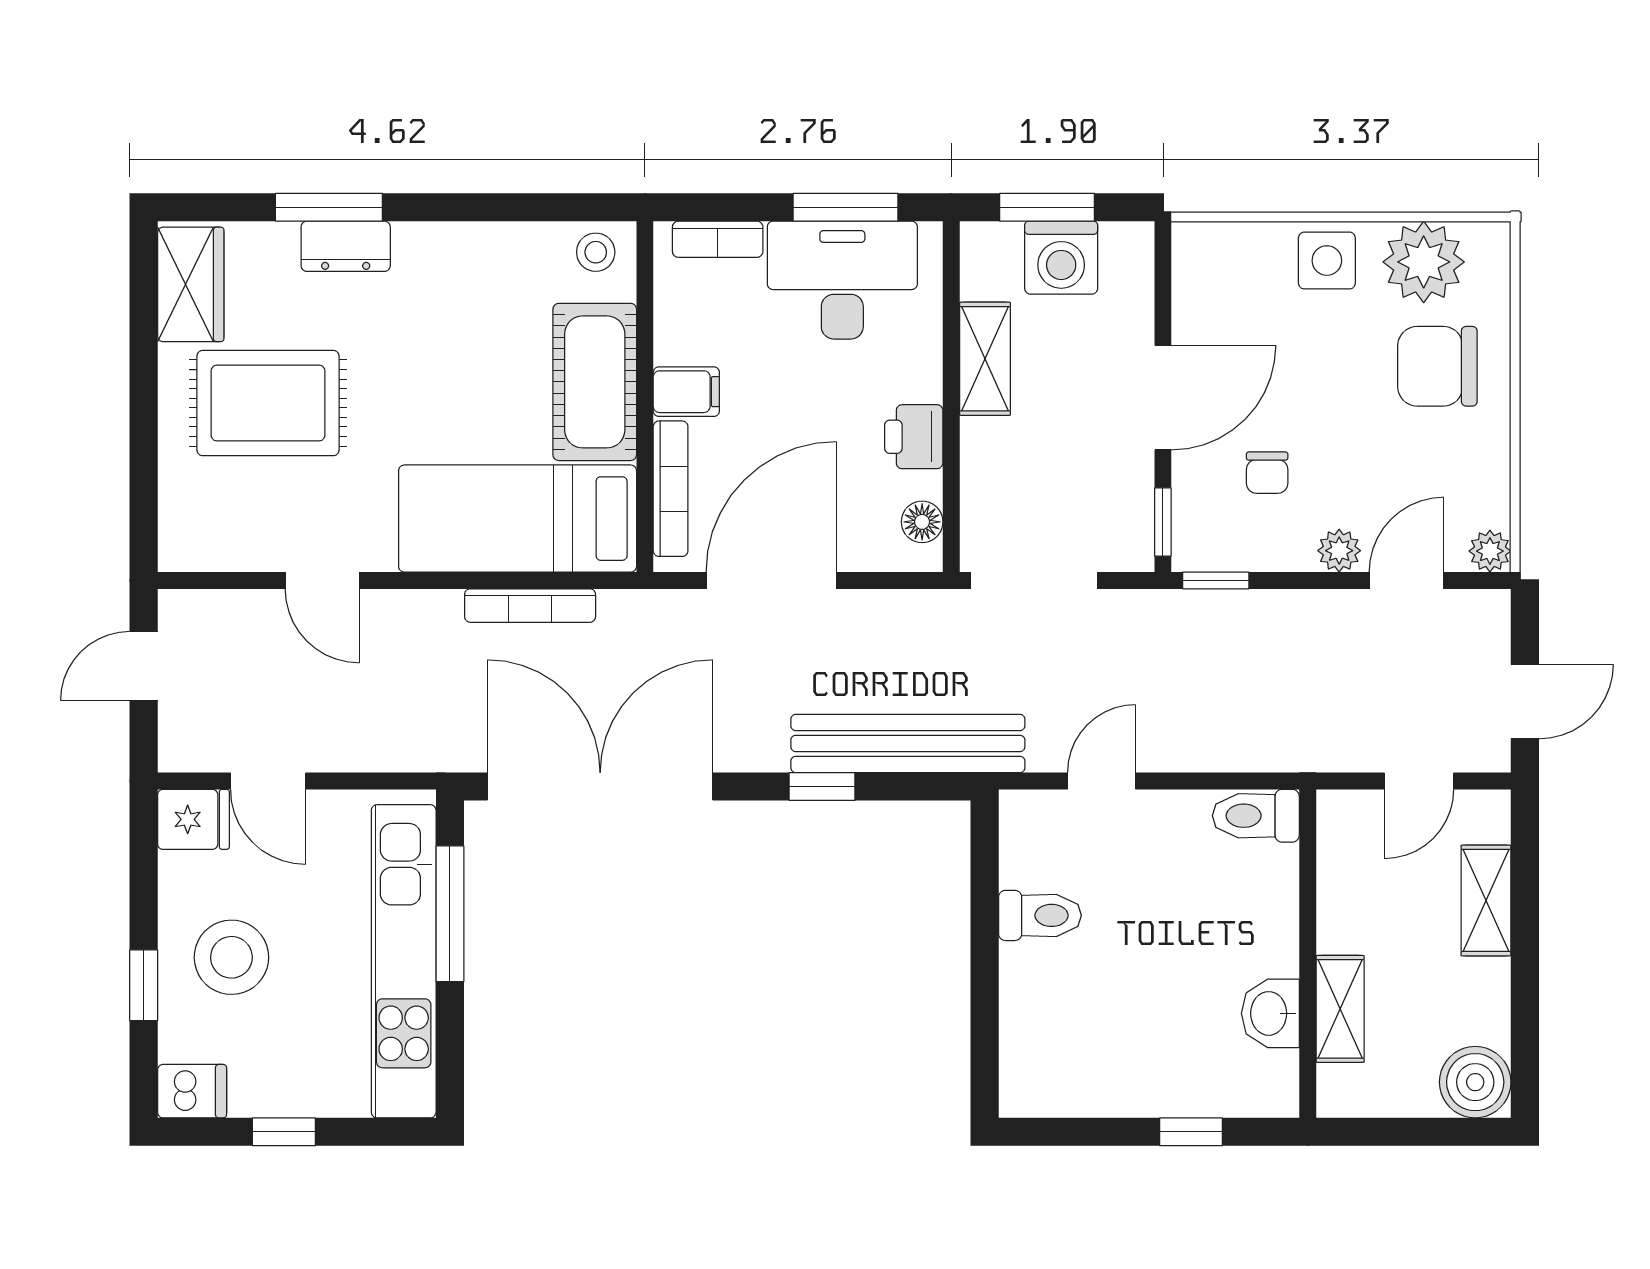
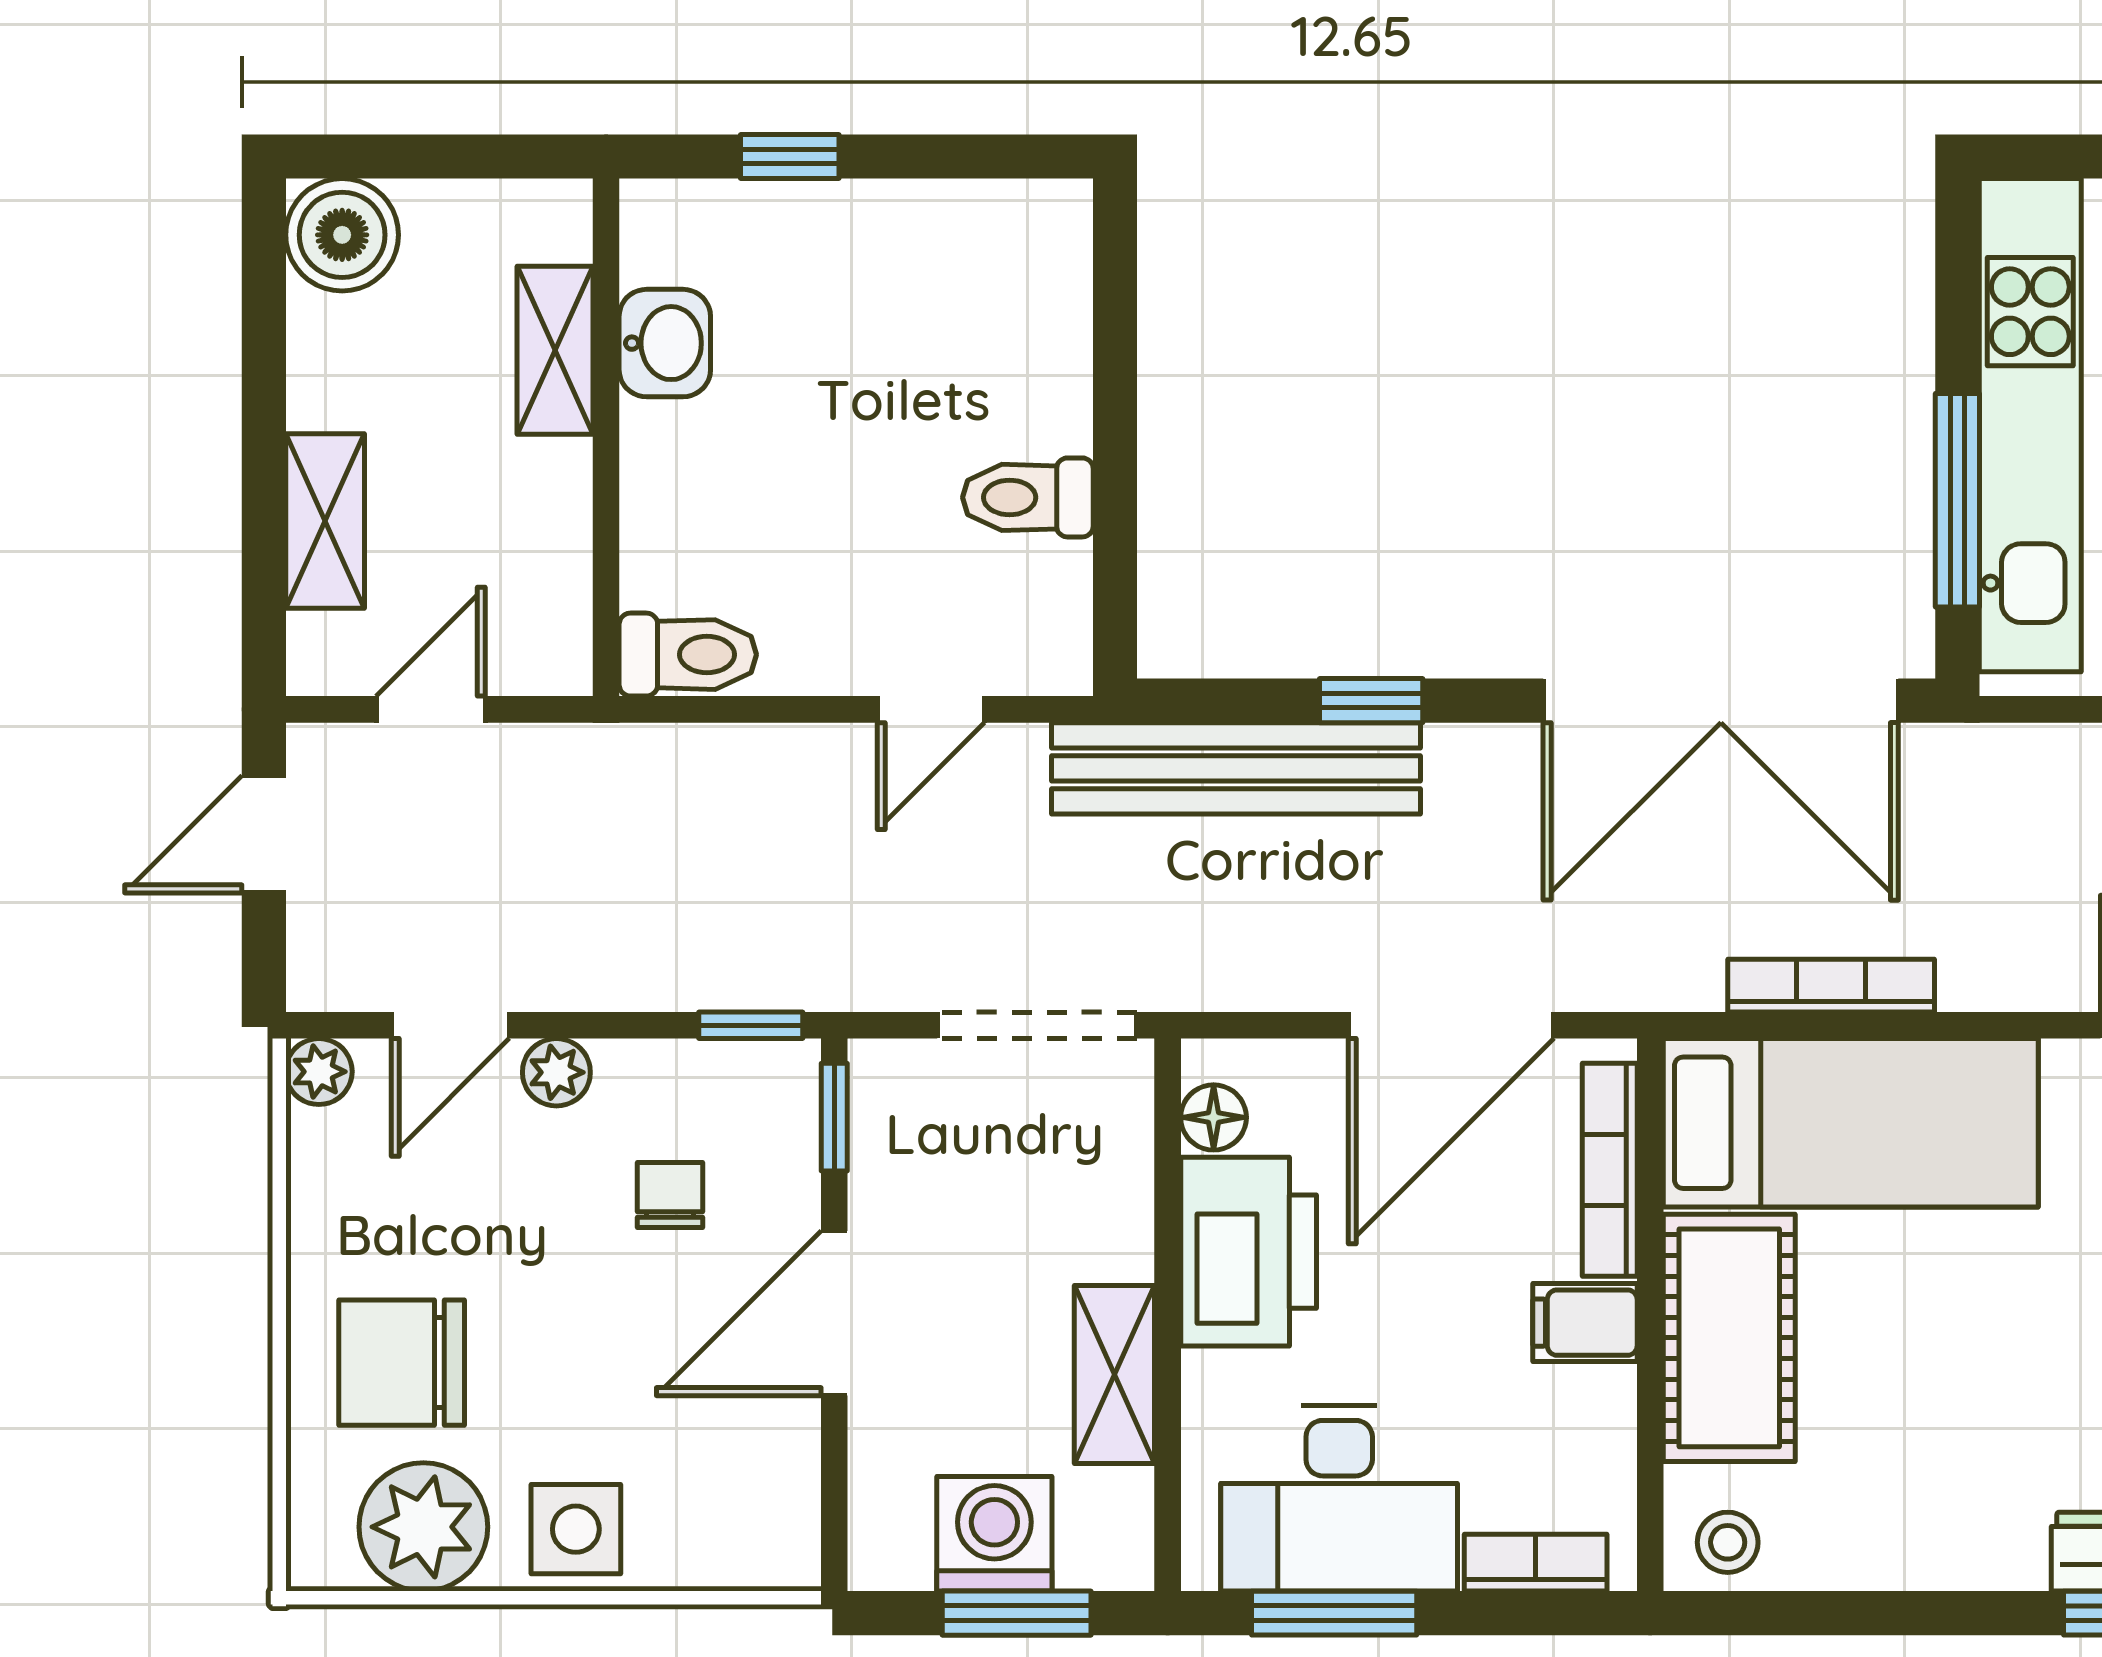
chair: (1437, 366) -> (402, 1363), turned 180
printer: (914, 437) -> (1249, 1252), width x1.87, depth x1.48

